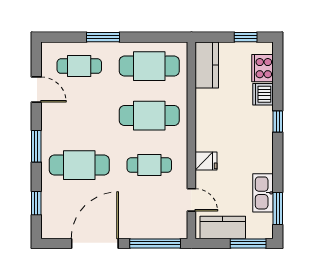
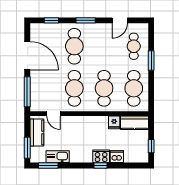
cooker: (262, 68) -> (101, 156), moved
fridge: (206, 161) -> (114, 122), moved
cafe table: (149, 165) -> (74, 88), width x1.37, depth x1.35
door: (191, 200) -> (53, 114), hinge flipped

